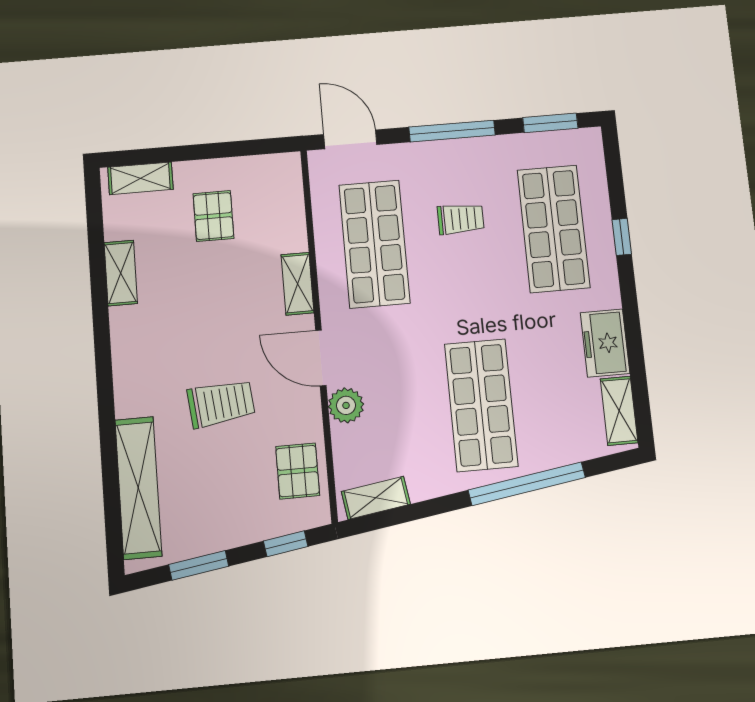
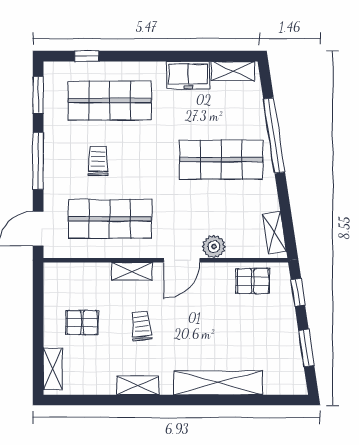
window: (622, 237) -> (87, 56), moved
shelving: (121, 273) -> (138, 385), moved
trolley: (221, 403) -> (141, 326), moved, width x0.73, depth x0.72
shelving: (138, 488) -> (218, 383), moved

